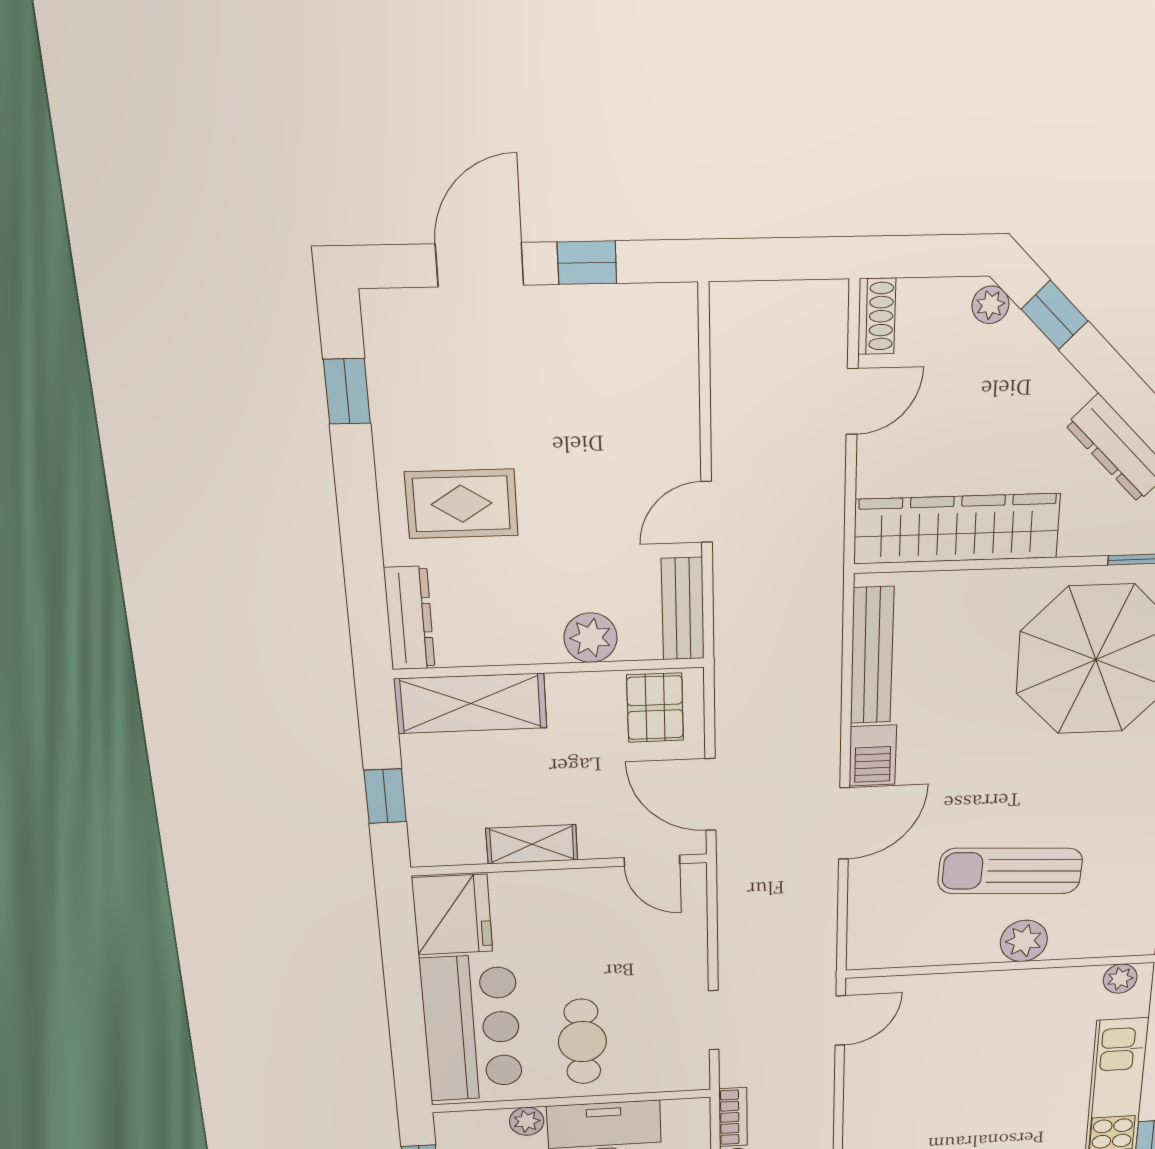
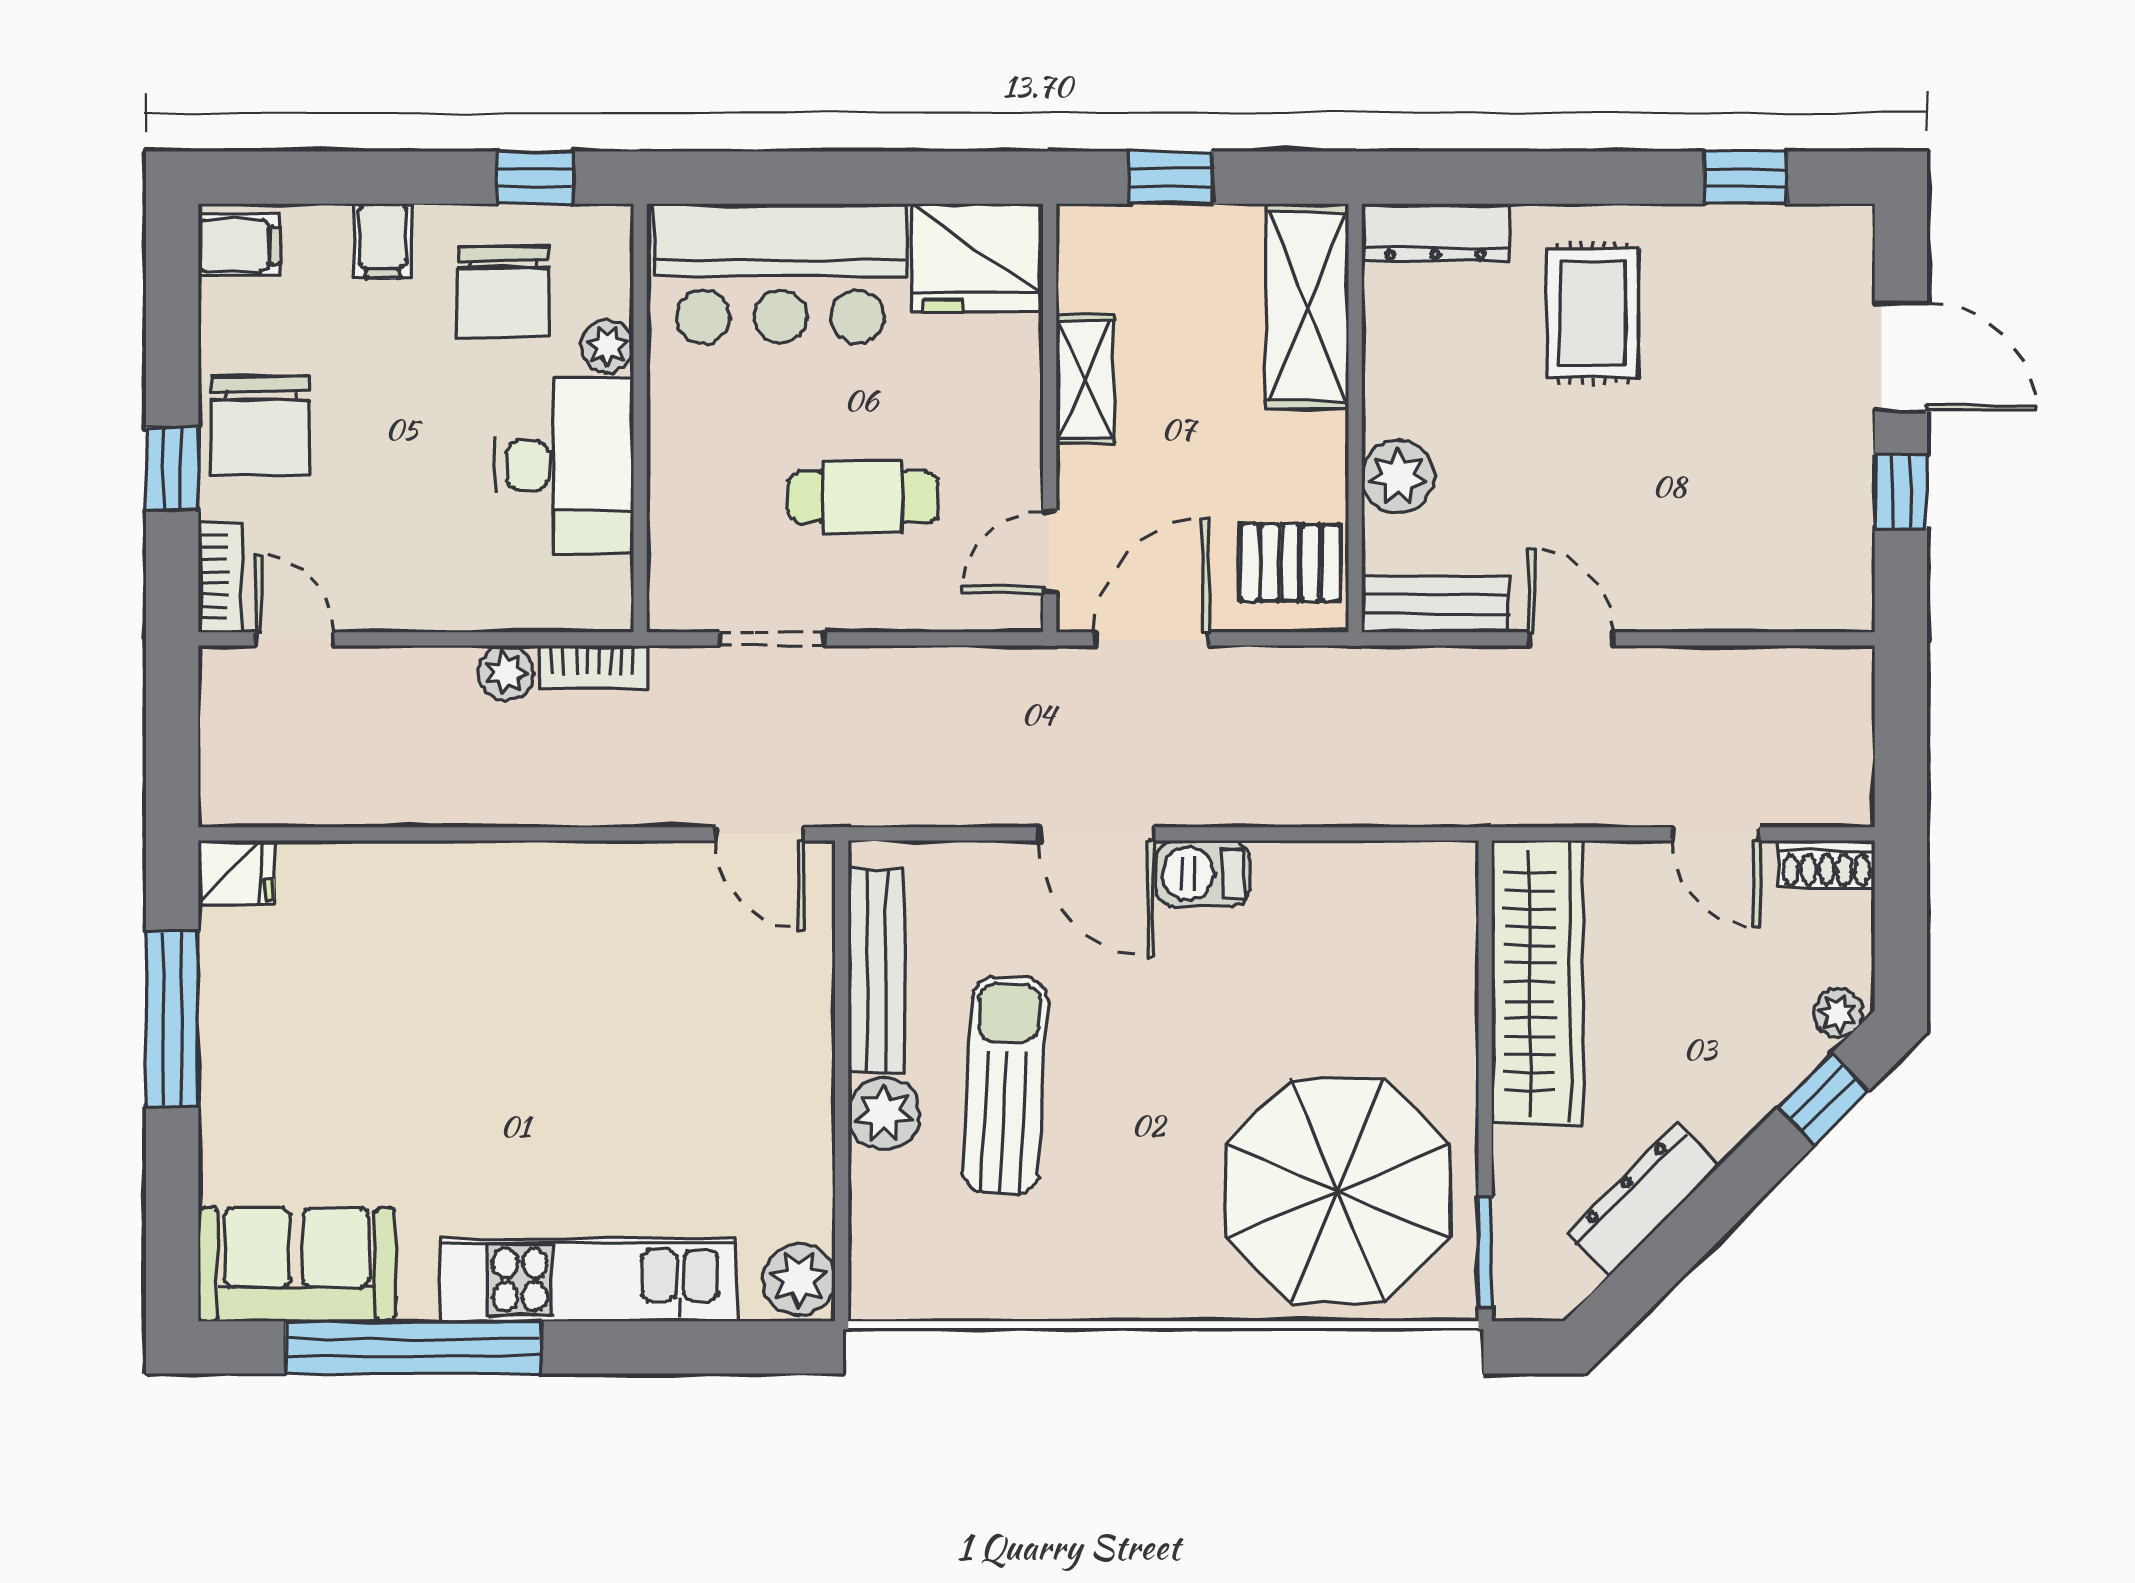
bench: (872, 656) -> (877, 971), moved, turned 90
plant: (1120, 979) -> (799, 1279), width x1.38, depth x1.38
cafe table: (582, 1042) -> (863, 497), moved

